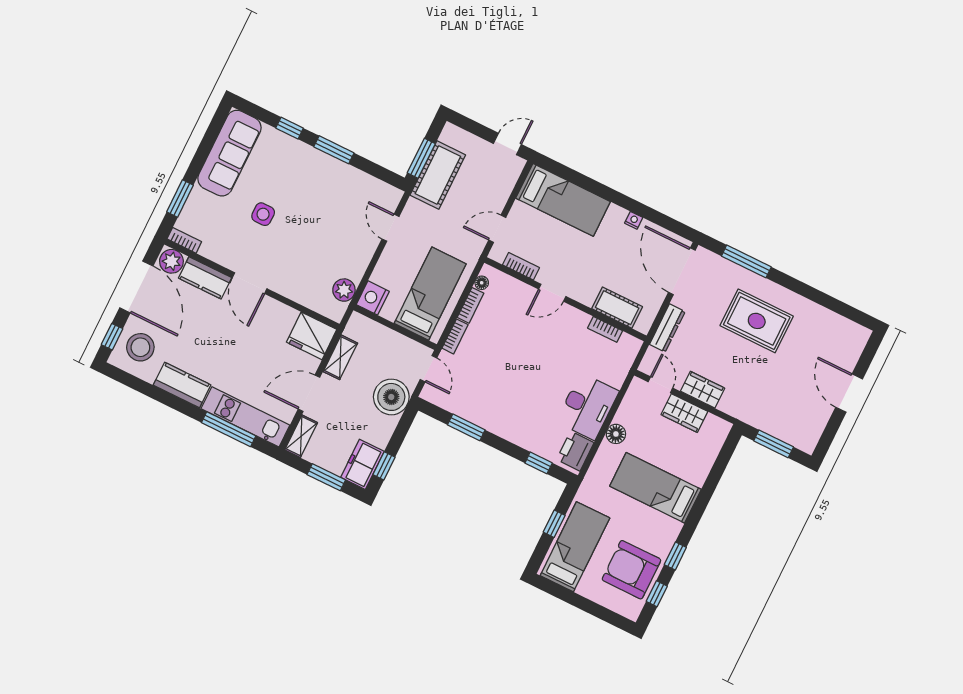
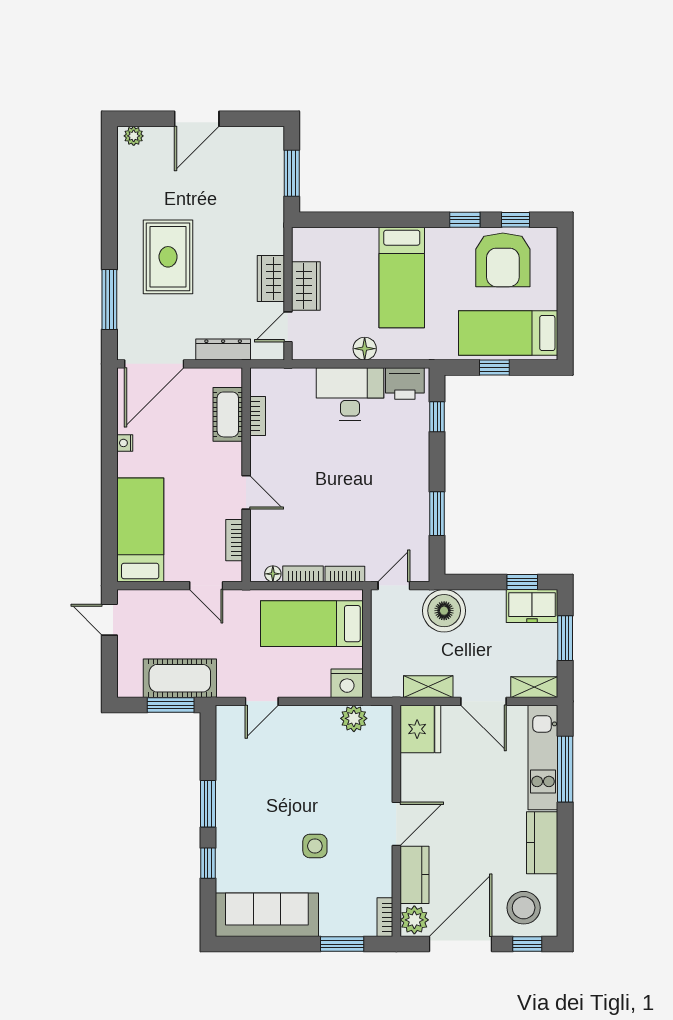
plant: (859, 340) -> (134, 136), added

